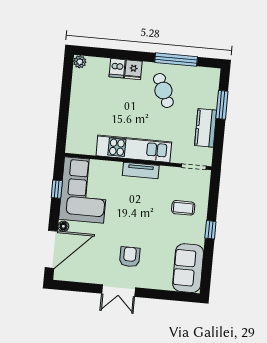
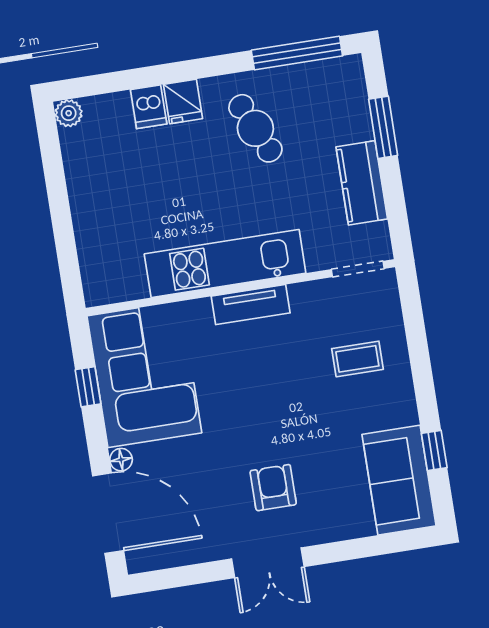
window: (176, 60) -> (297, 53), moved
window: (210, 230) -> (434, 450), moved
door: (51, 249) -> (108, 513), hinge flipped

